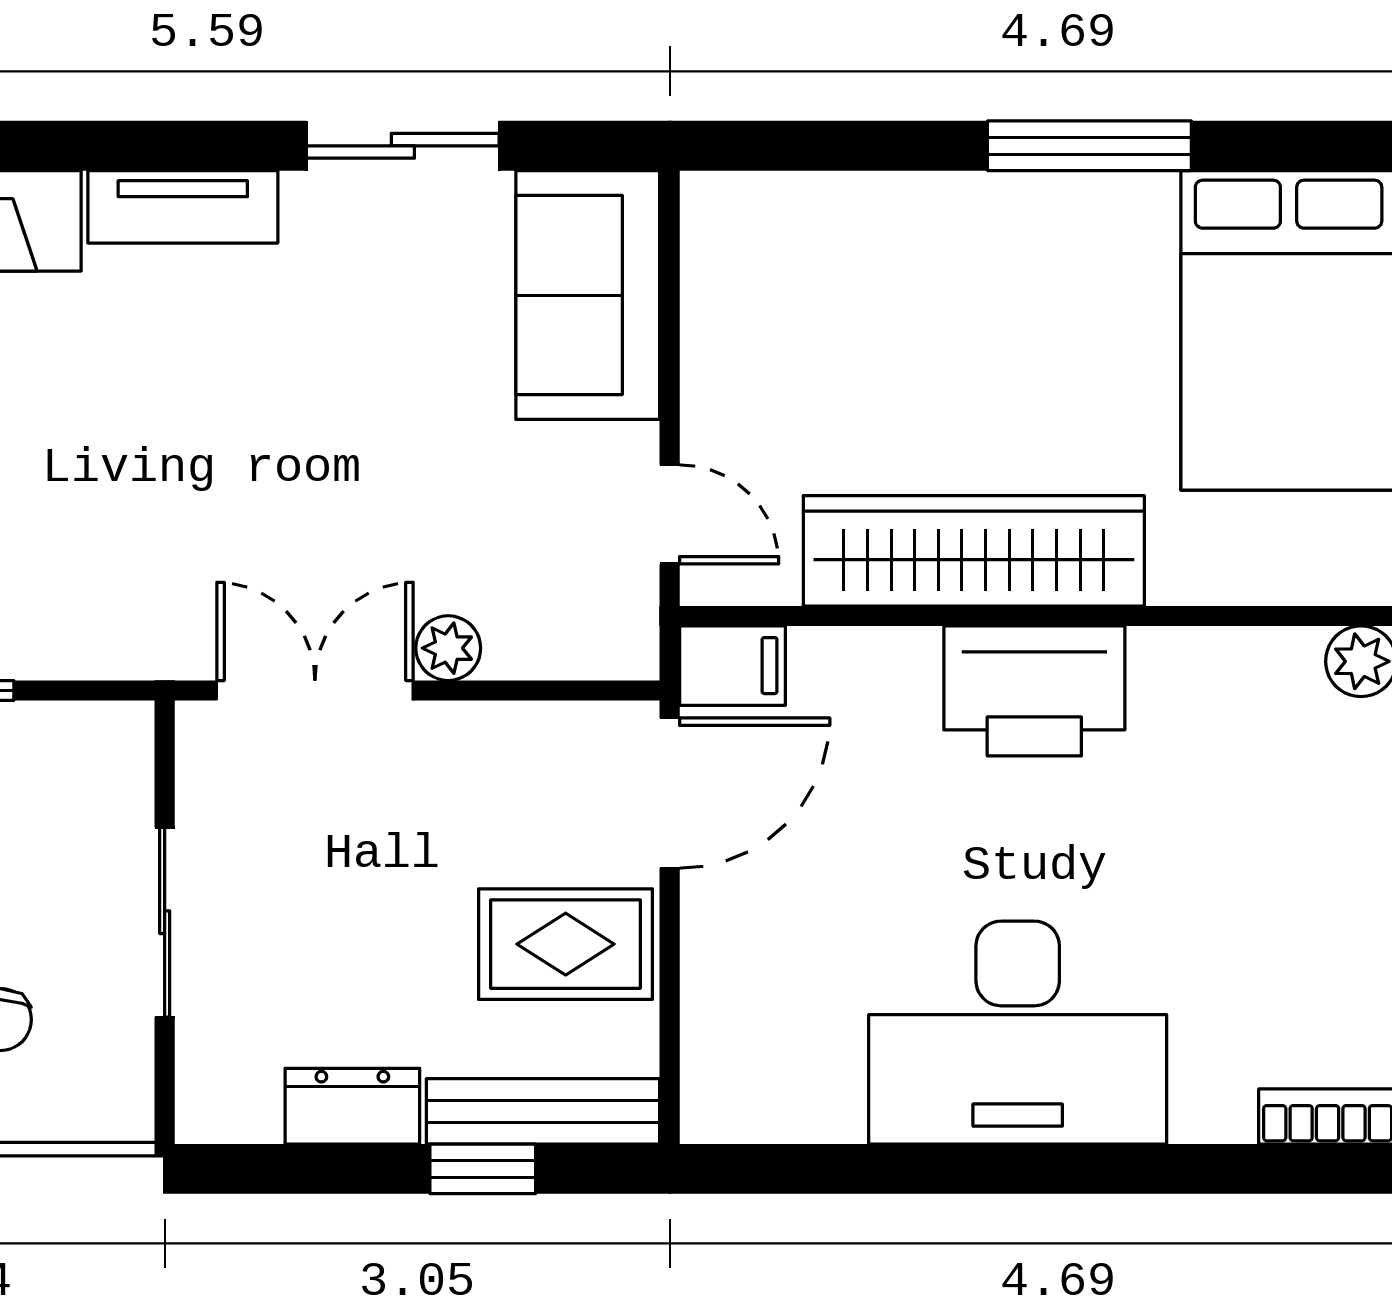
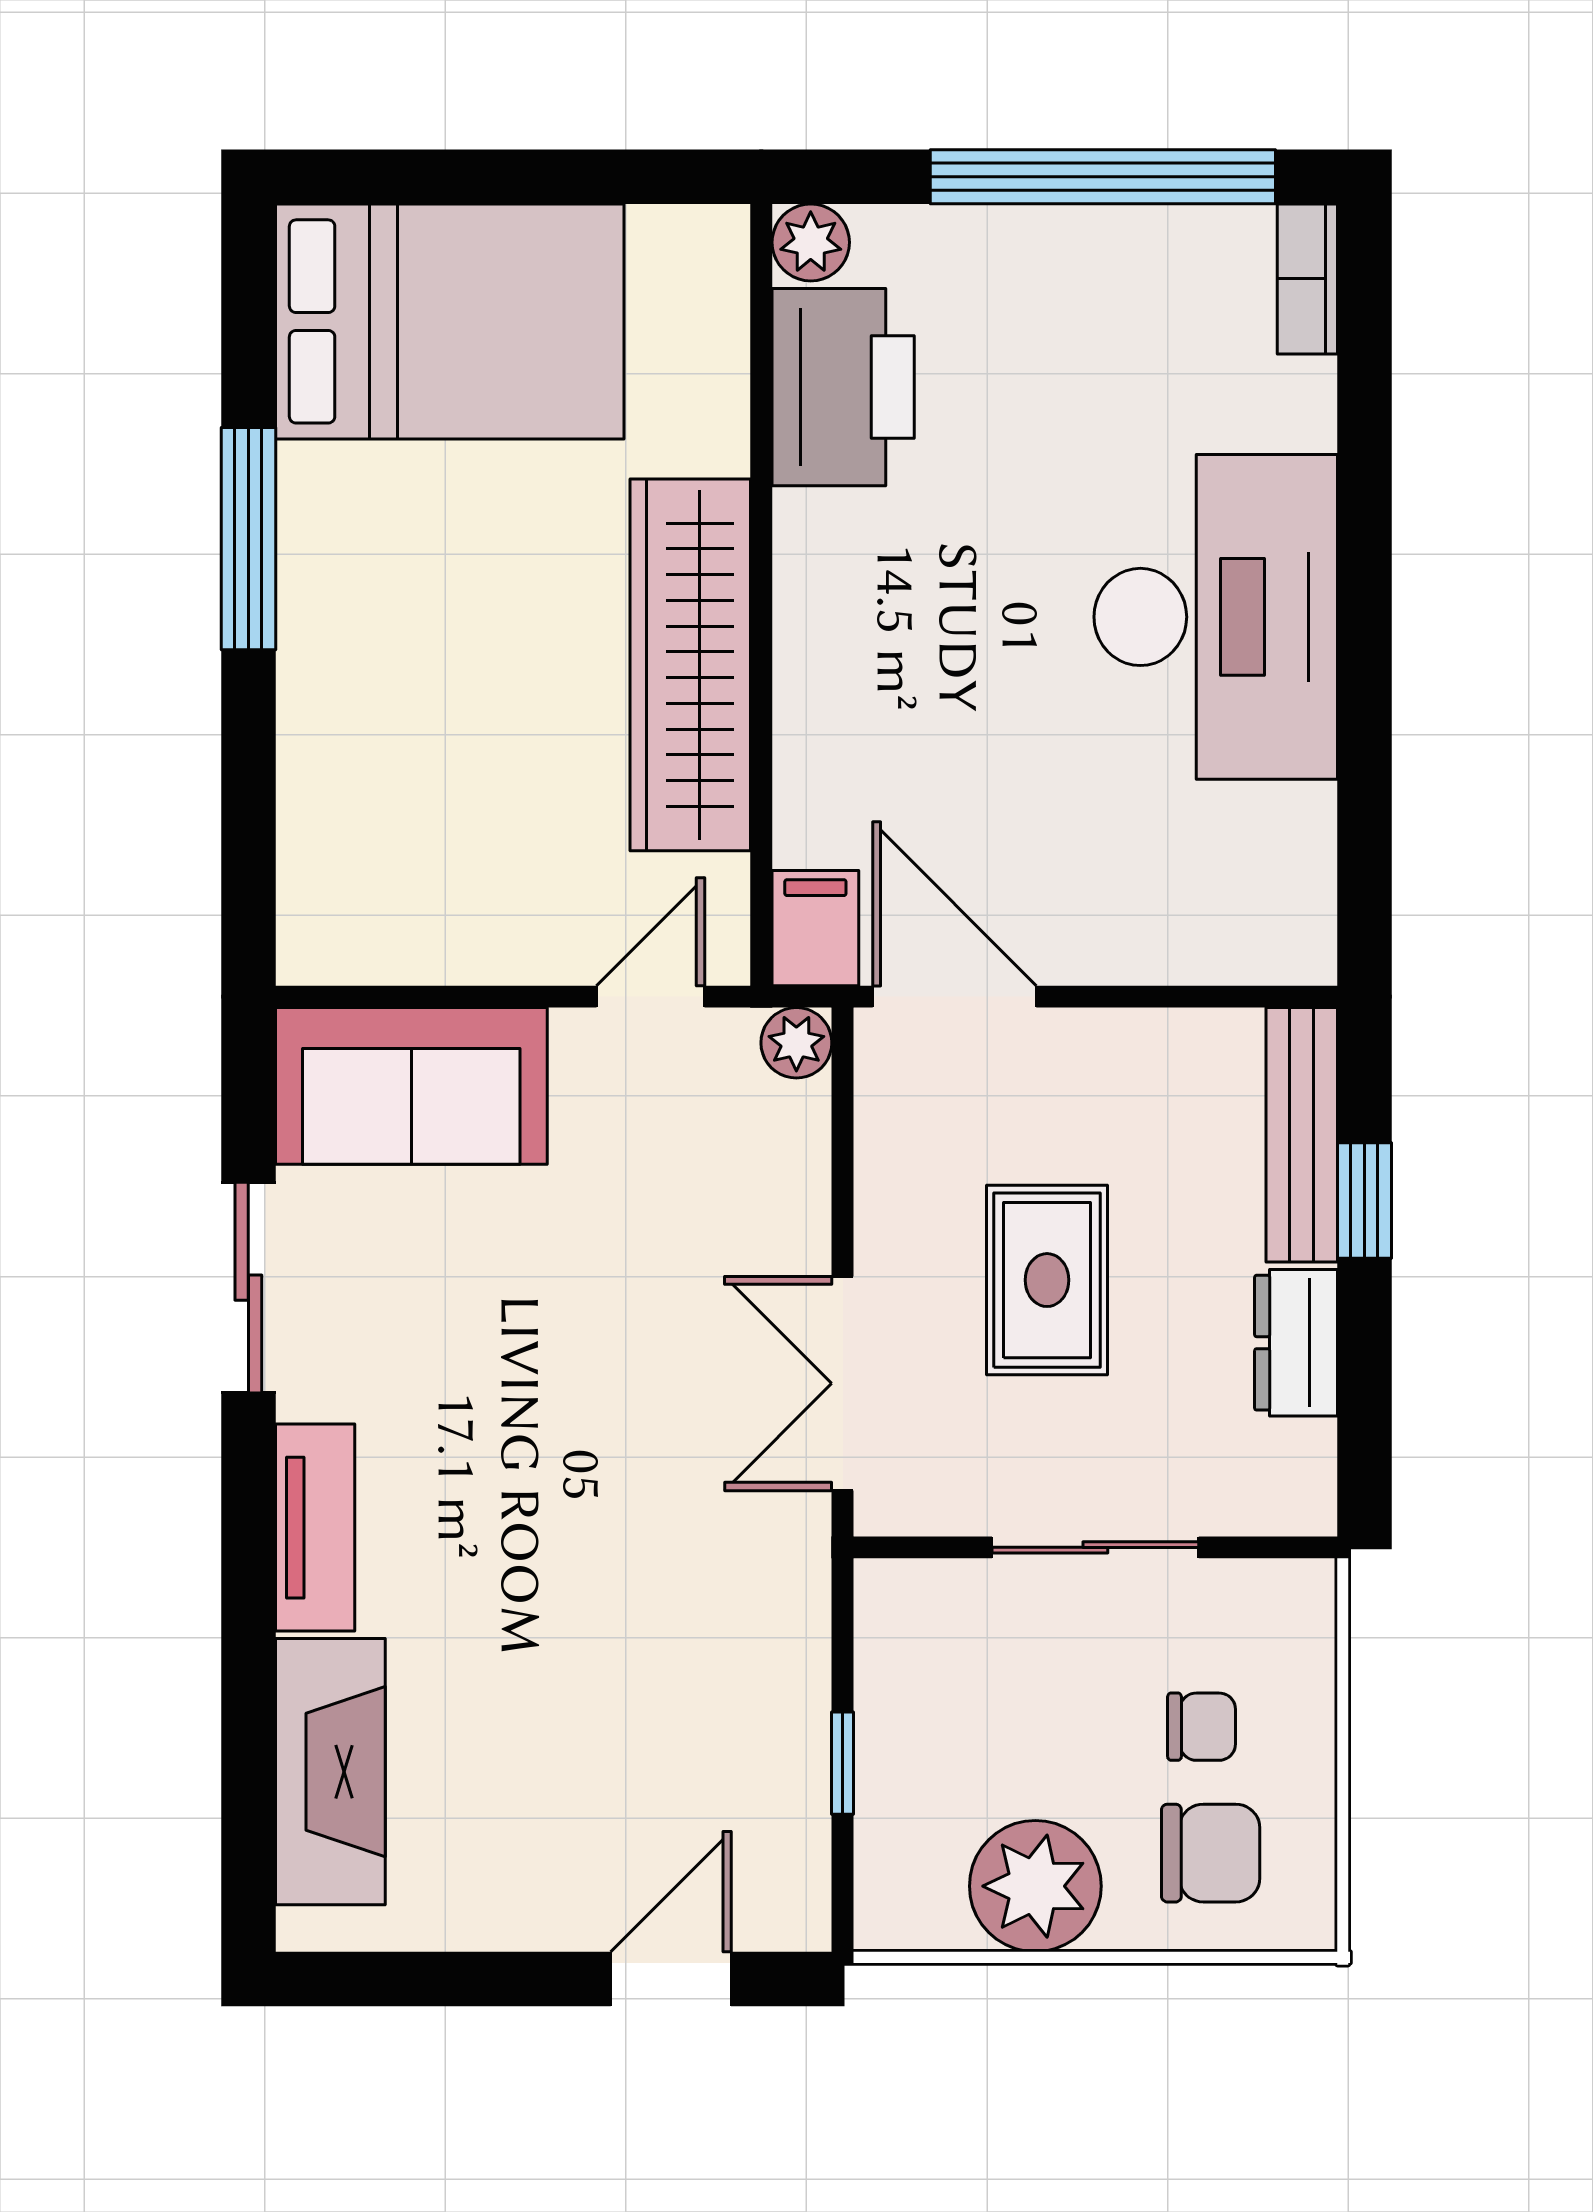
plant: (448, 648) -> (796, 1043), moved
printer: (1034, 691) -> (843, 387), moved
rug: (566, 944) -> (1047, 1280), moved

